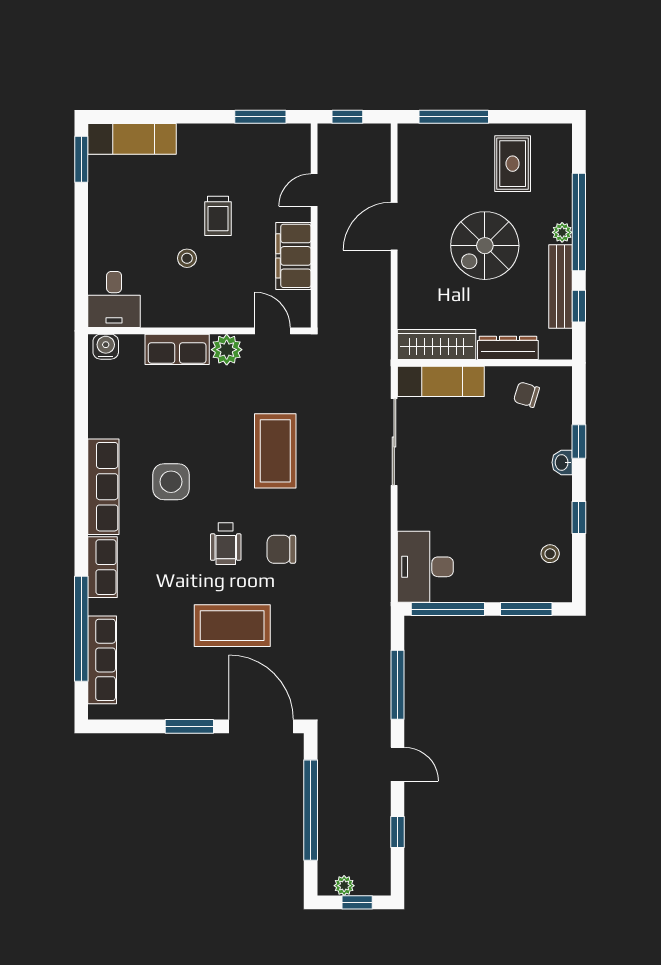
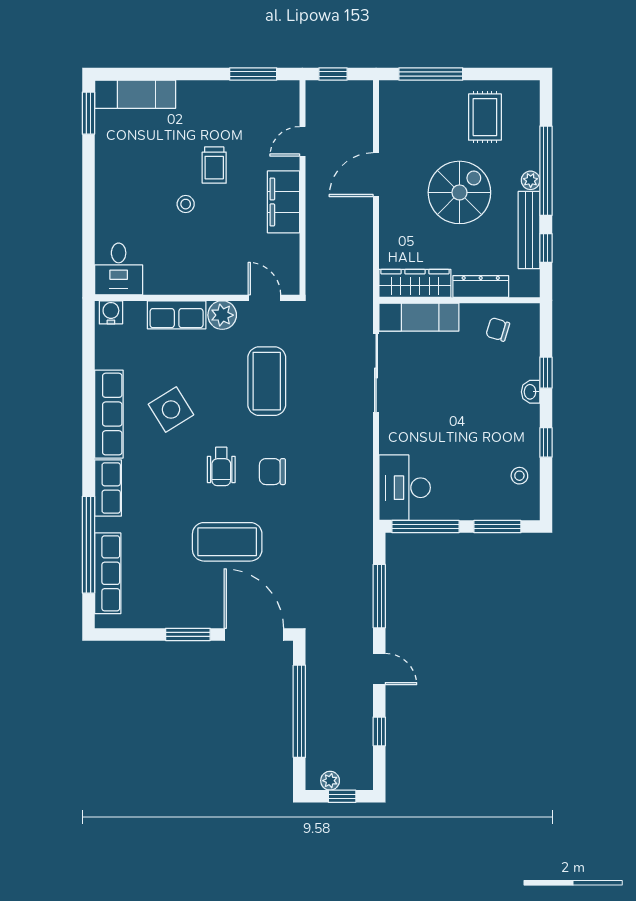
spiral stairs: (485, 246) -> (459, 192), turned 180
desk: (114, 300) -> (119, 269), moved
wall: (199, 331) -> (197, 298), moved
door: (273, 331) -> (264, 298), moved
water cooler: (106, 347) -> (111, 312), moved
row of seats: (177, 349) -> (177, 315), moved
plant: (227, 350) -> (222, 315), moved
side table: (171, 482) -> (171, 409), turned -32

